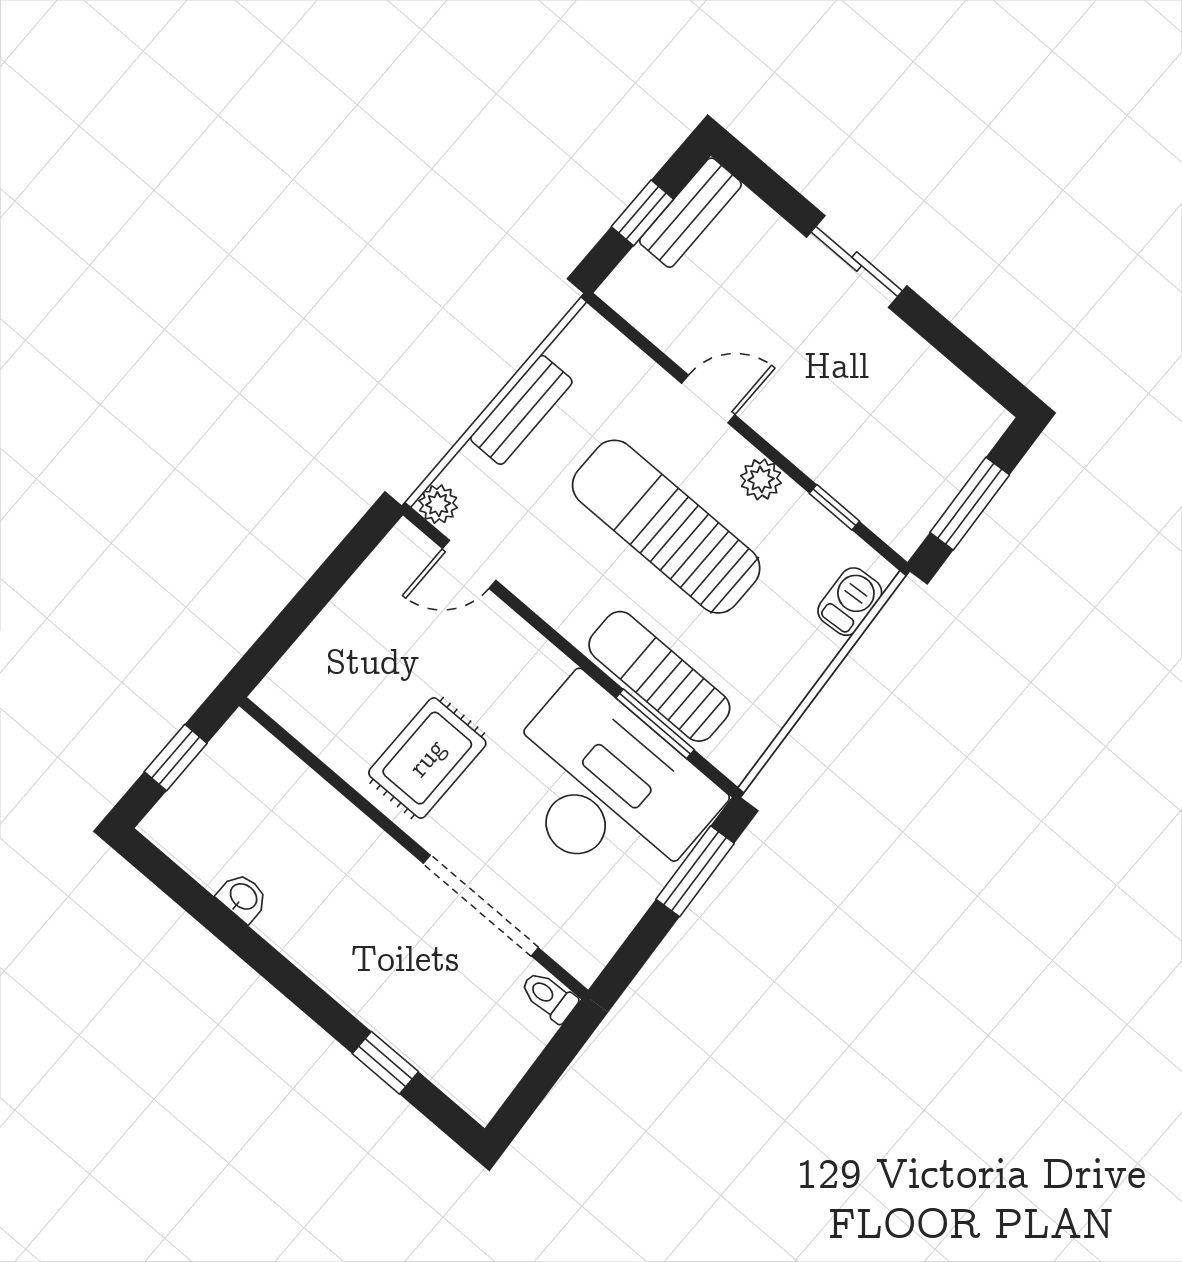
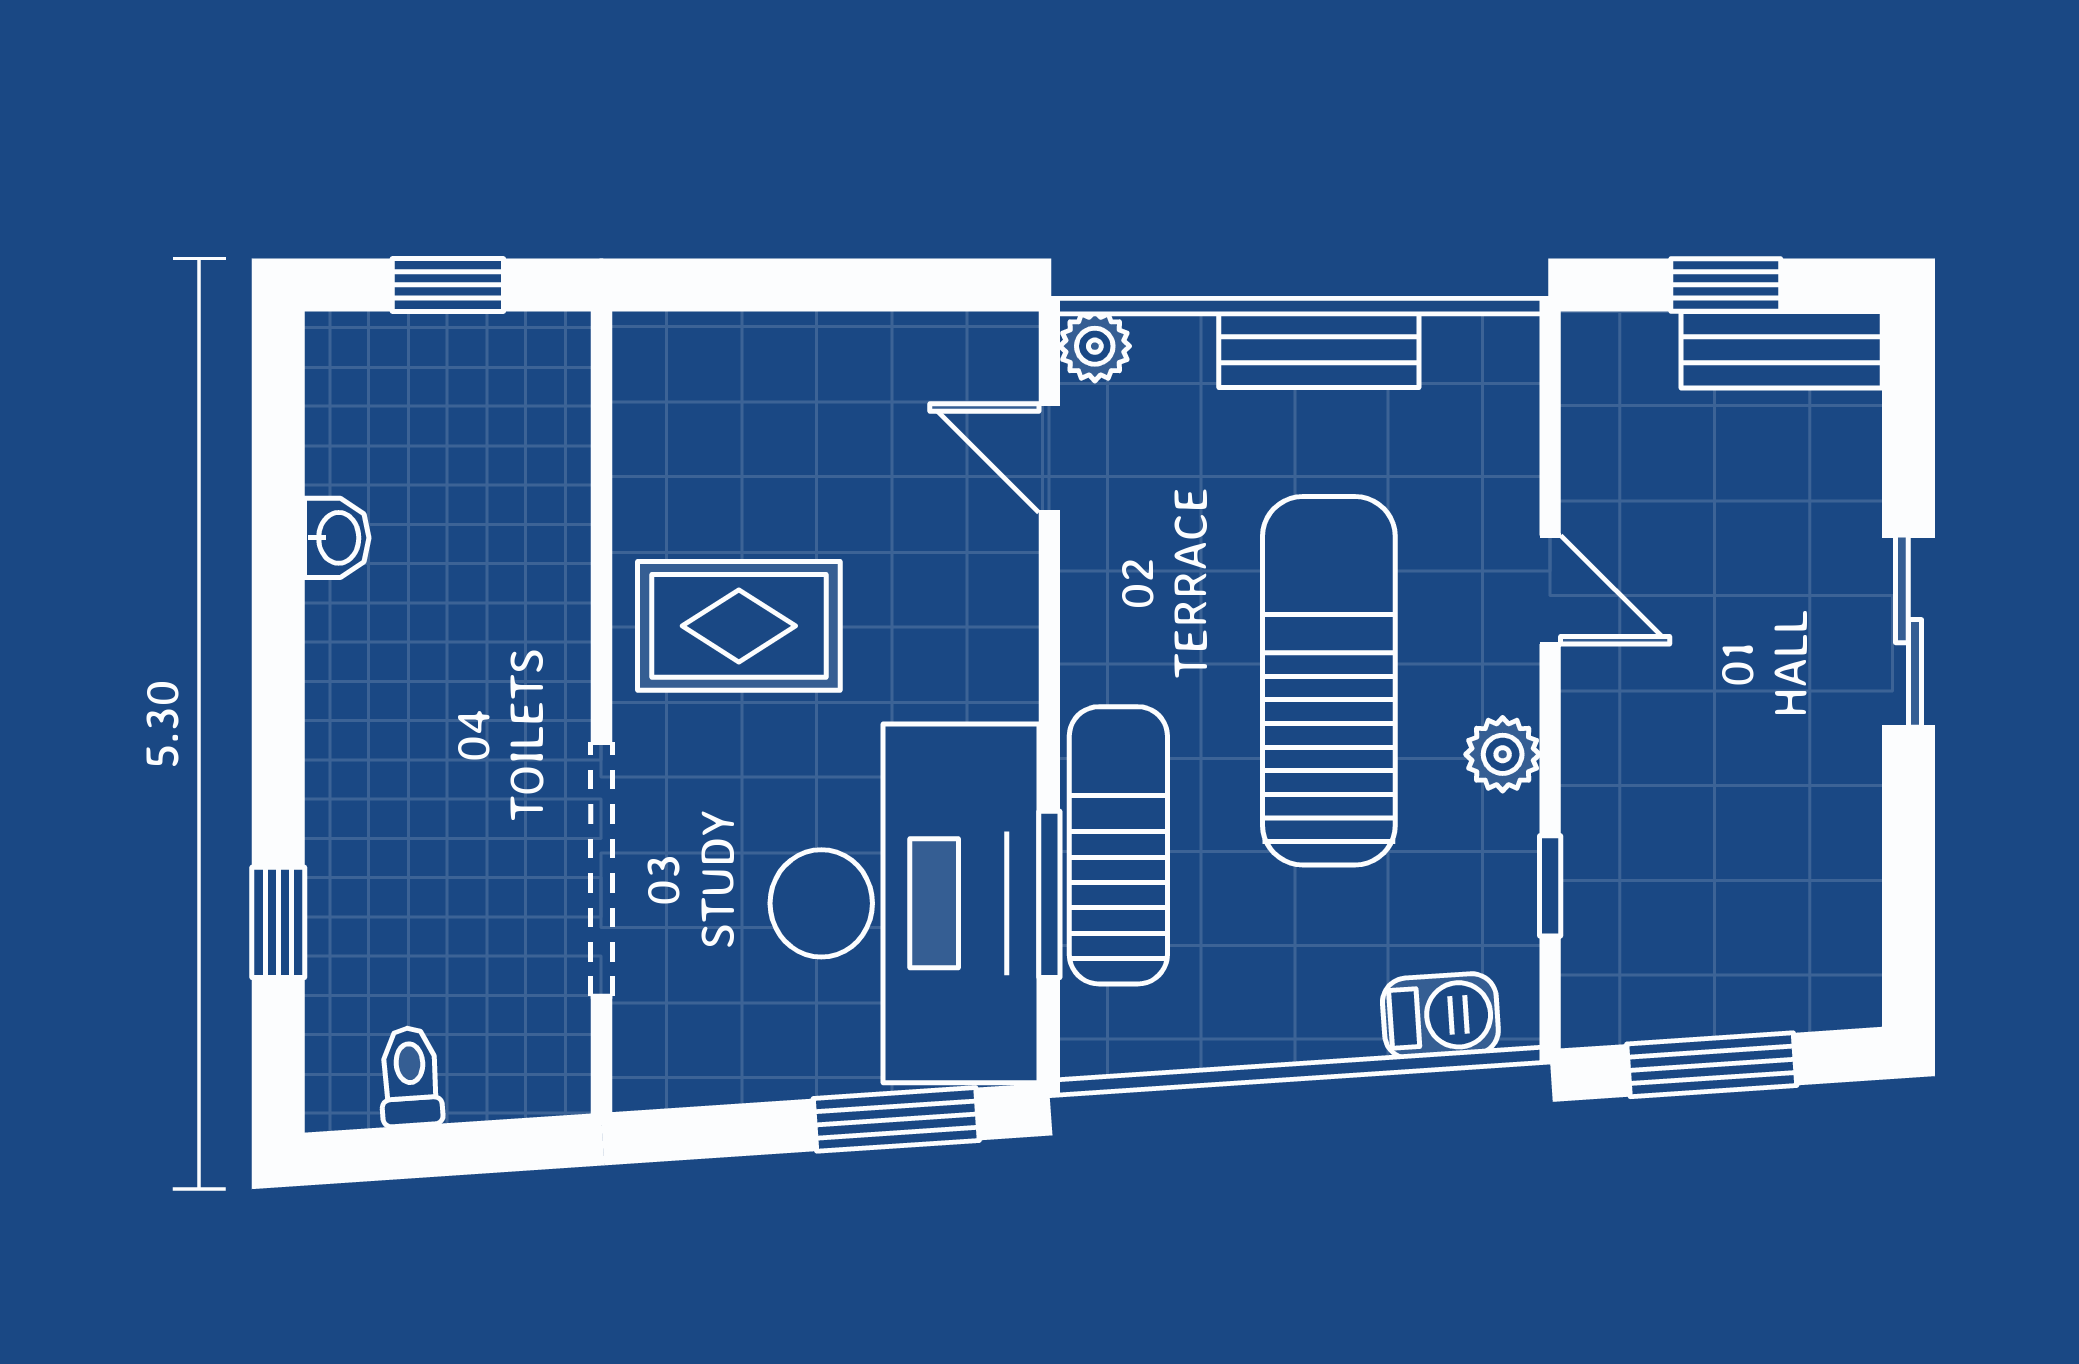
toilet: (549, 997) -> (410, 1077), moved

